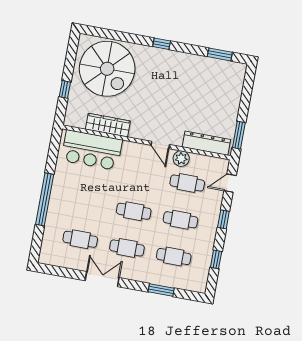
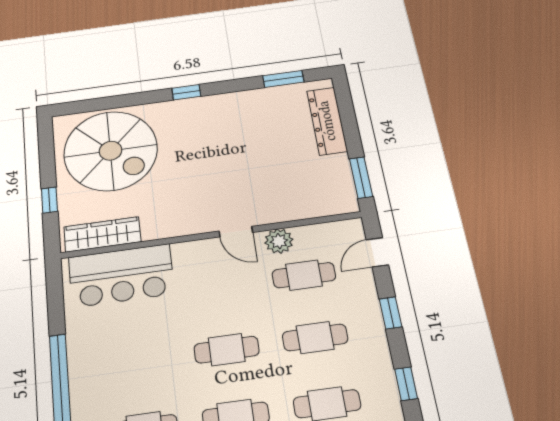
wardrobe: (108, 125) -> (102, 234), moved
dresser: (206, 143) -> (327, 121), moved, turned -90

